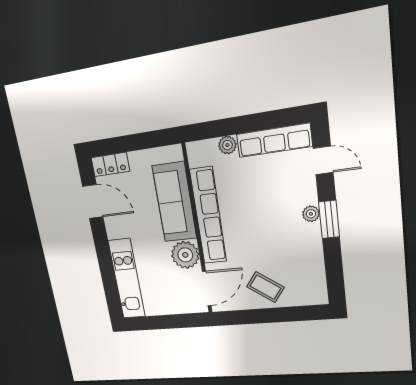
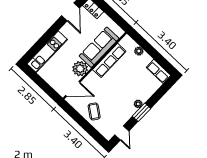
row of seats: (274, 140) -> (158, 71), width x0.68
door: (323, 160) -> (122, 133), moved
row of seats: (208, 216) -> (109, 60), width x0.73

